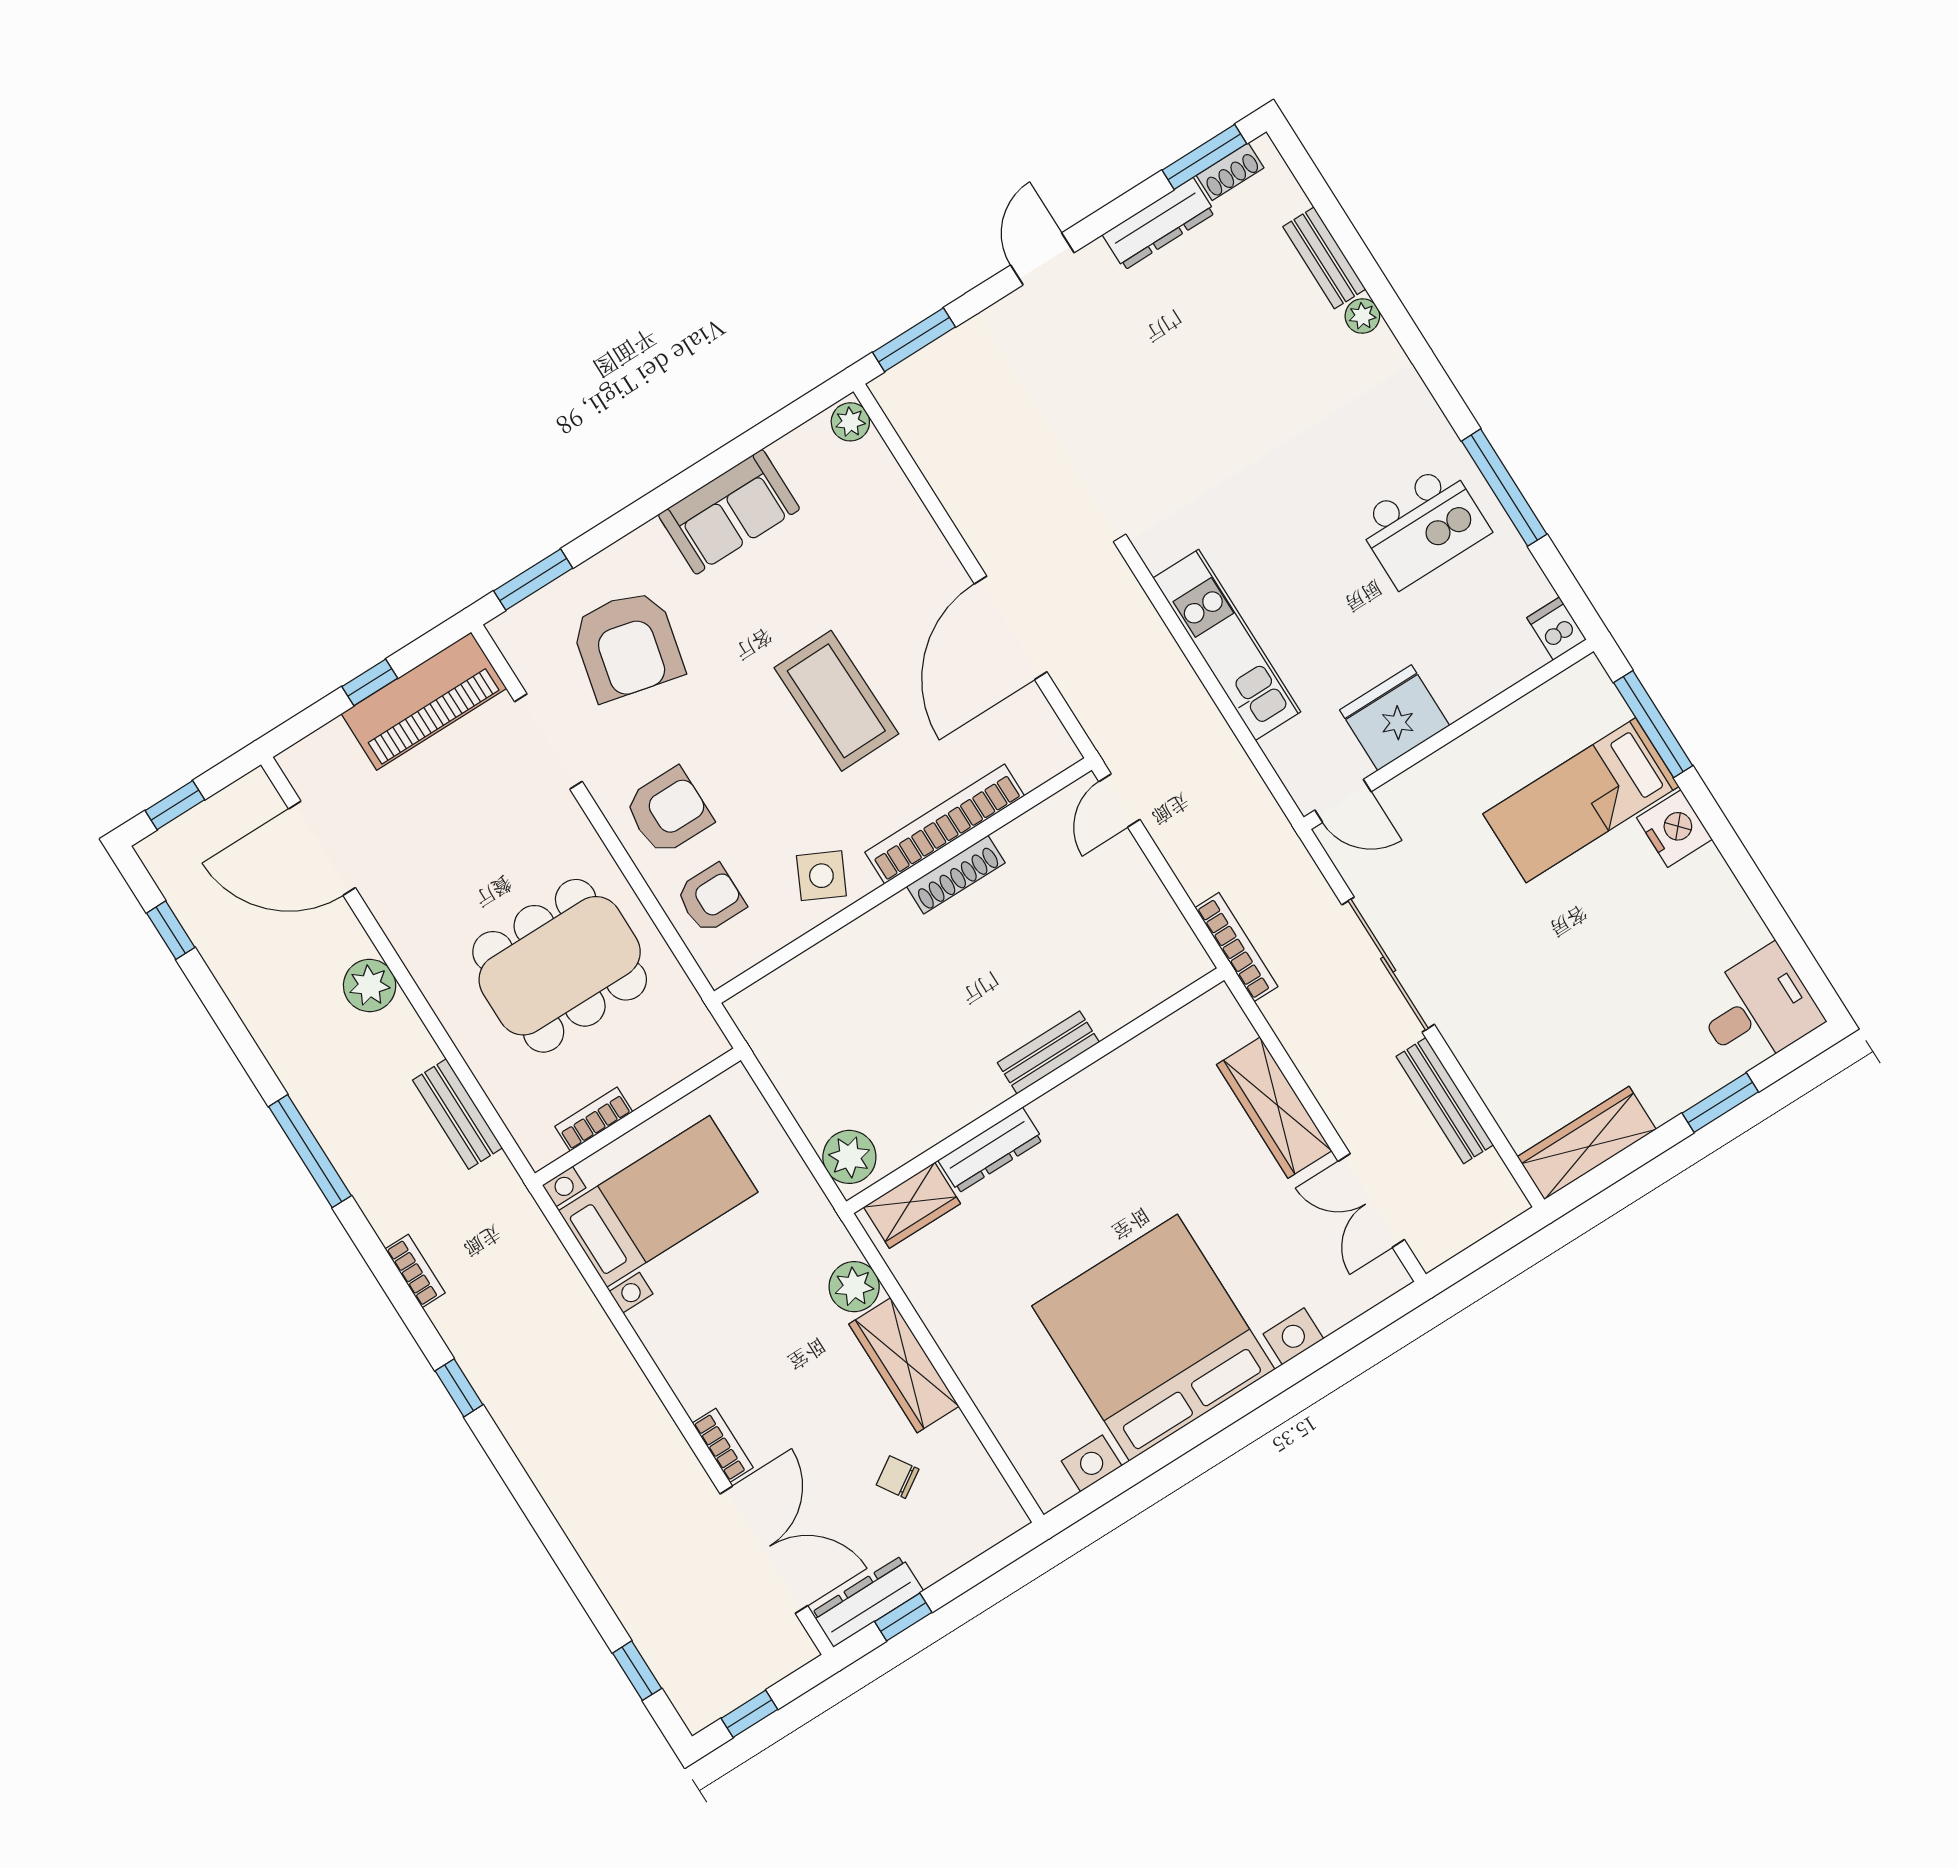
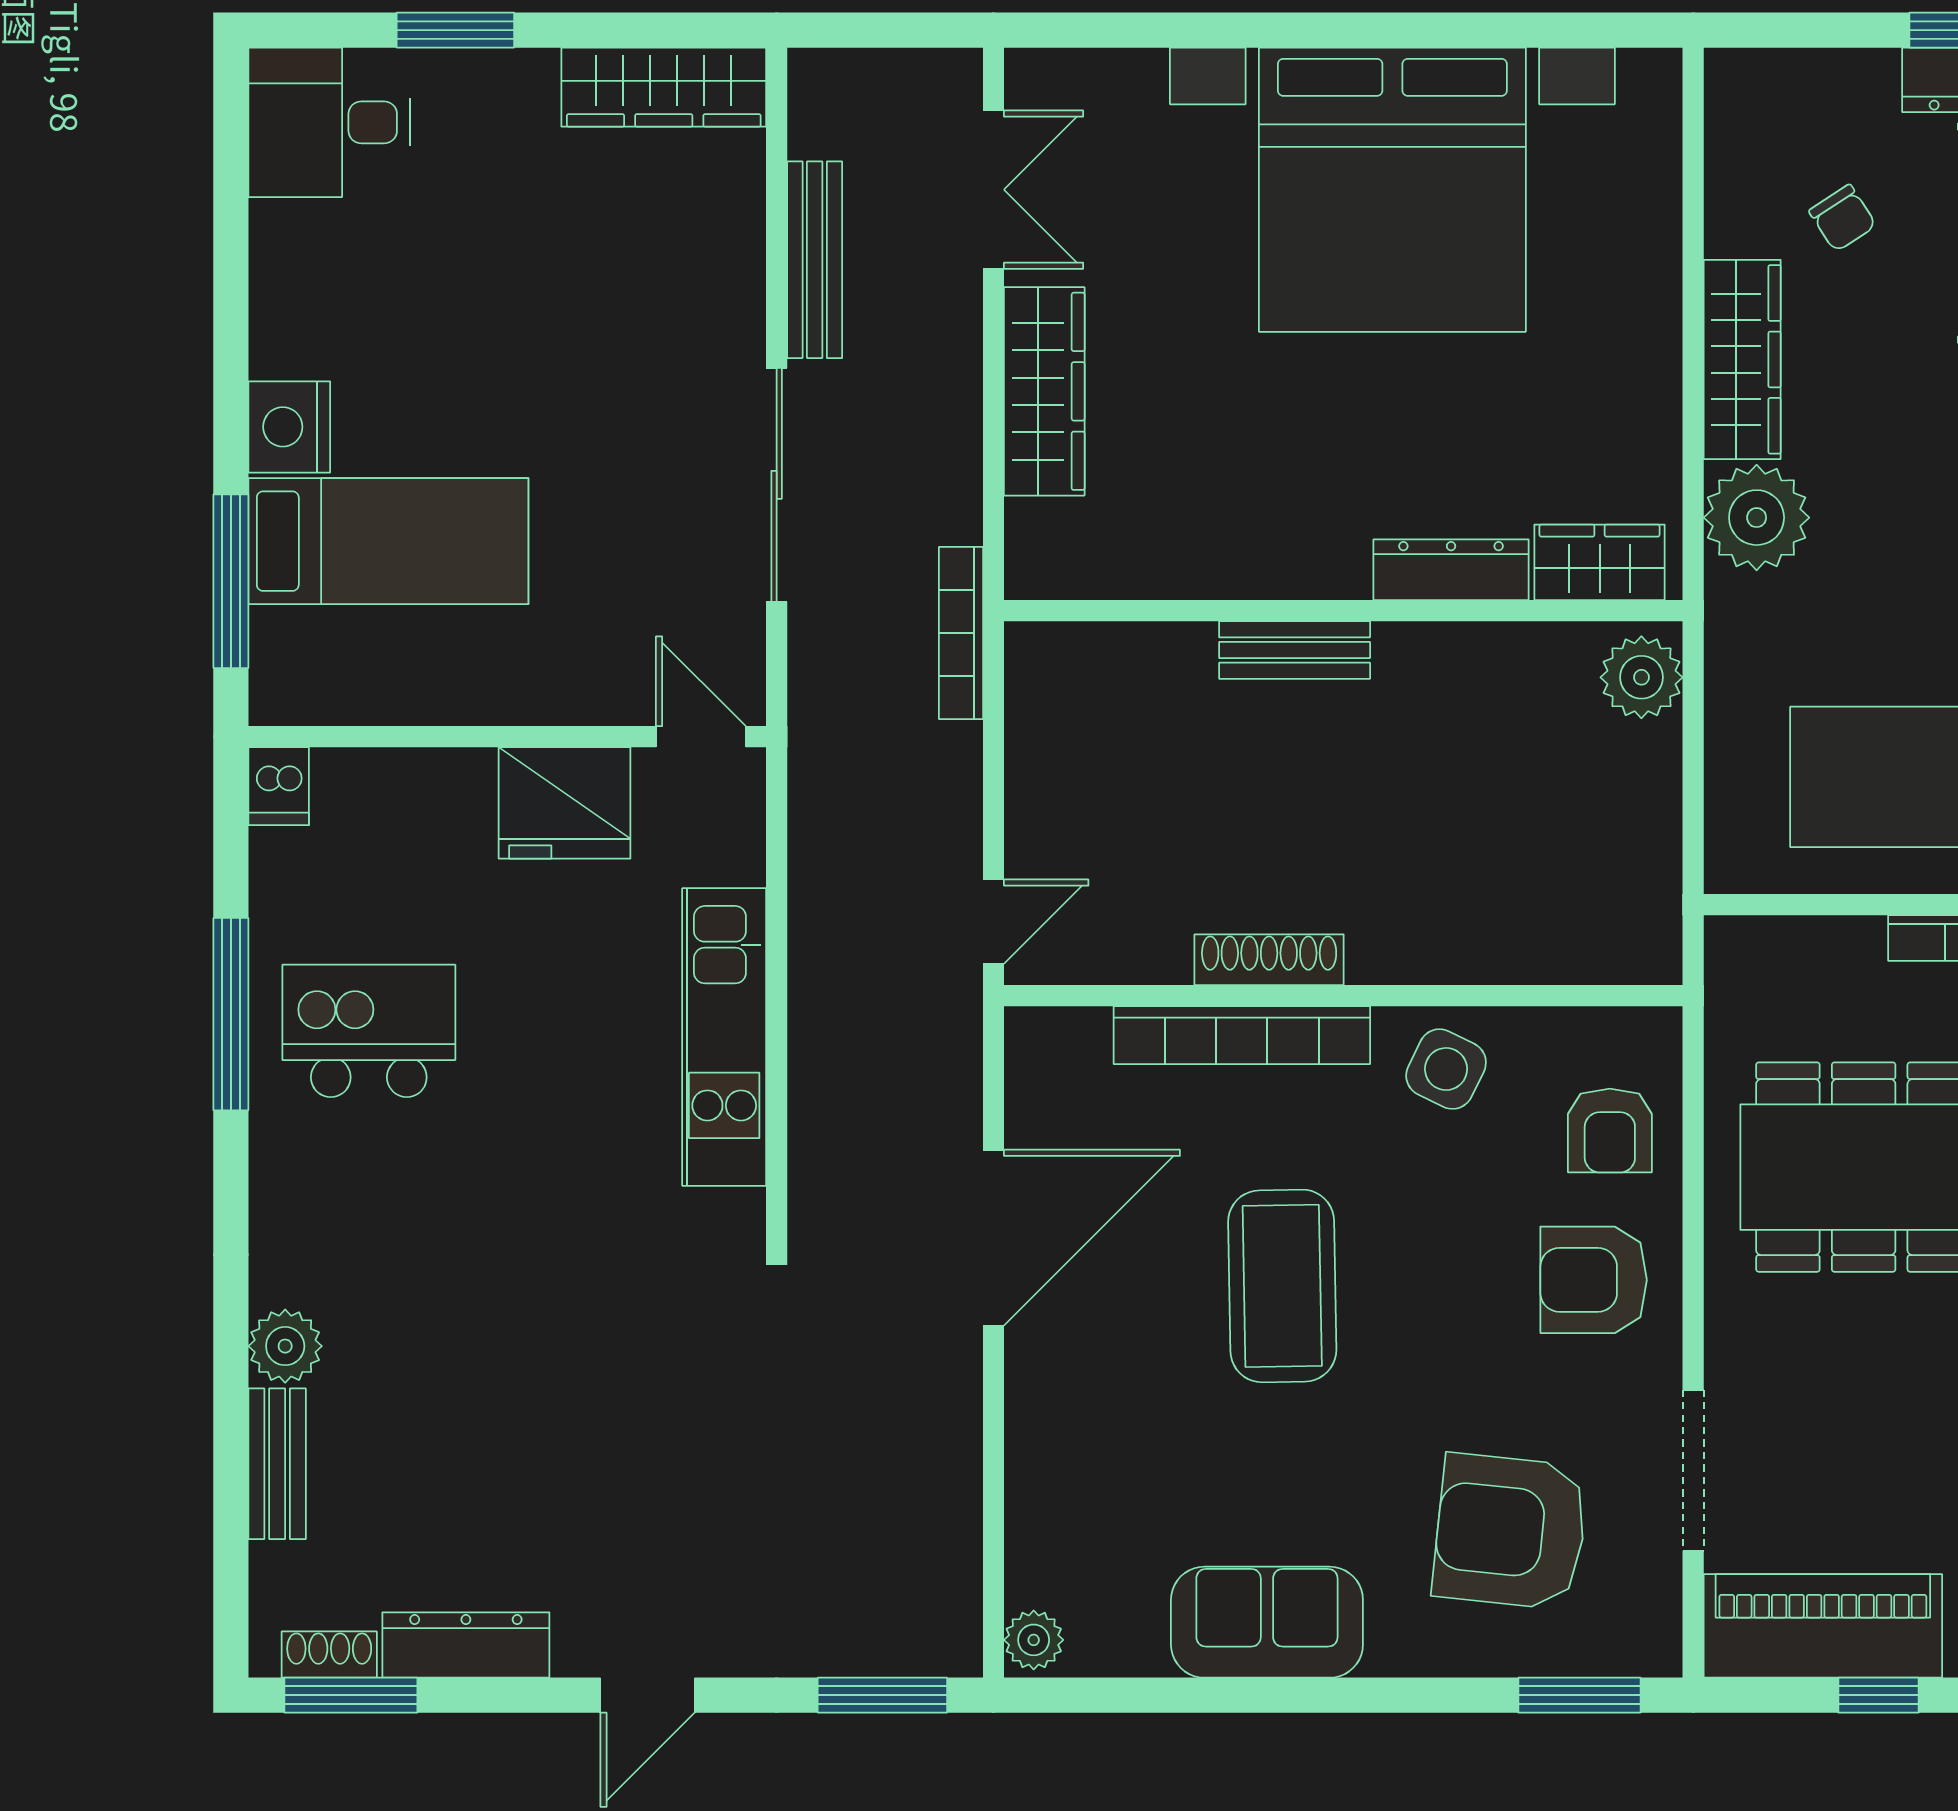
plant: (1362, 316) -> (285, 1346), width x1.38, depth x1.38
armchair: (627, 645) -> (1510, 1531), turned -97
armchair: (711, 898) -> (1610, 1131), turned -90
plant: (854, 1287) -> (1757, 518), width x1.36, depth x1.36

